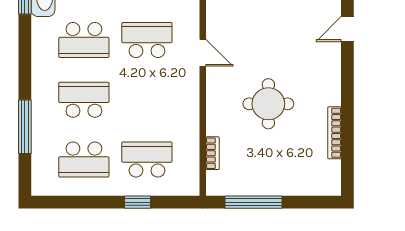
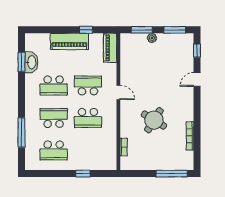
round table: (268, 104) -> (154, 120), turned 32
school desk: (147, 160) -> (88, 118), moved, turned 180
window: (253, 202) -> (172, 174), moved

